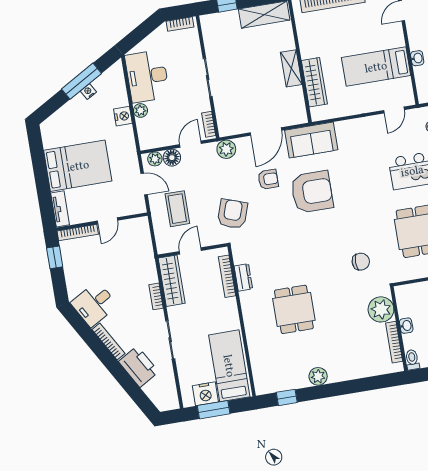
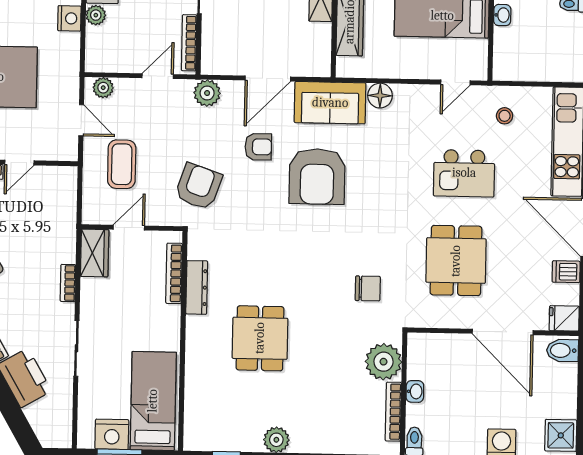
bookcase: (209, 124) -> (189, 43), width x1.56
floor lamp: (172, 158) -> (380, 96), moved
armchair: (312, 192) -> (317, 176), turned 90
dresser: (243, 277) -> (197, 287), width x1.44
wardrobe: (172, 281) -> (95, 253), width x0.67

